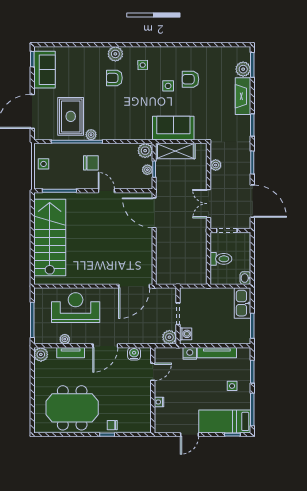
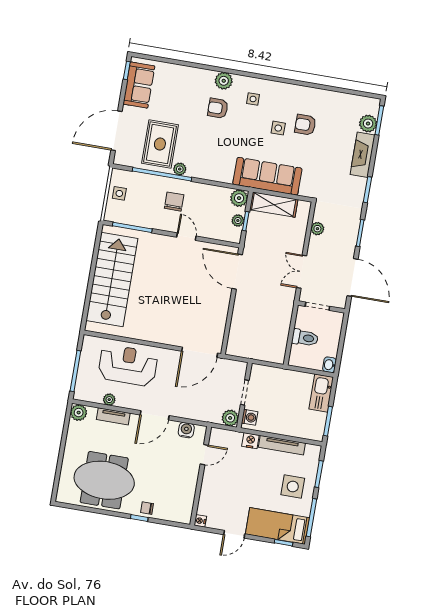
sofa: (173, 128) -> (267, 176), width x1.36
chair: (91, 163) -> (174, 202), turned -90
side table: (232, 386) -> (293, 487), width x1.87, depth x1.87
nightstand: (159, 402) -> (200, 521), moved

